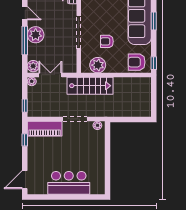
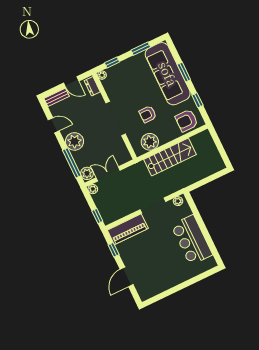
window: (25, 41) -> (72, 163), moved
window: (154, 63) -> (197, 100), moved
stairs: (90, 86) -> (170, 157), moved
door: (25, 180) -> (127, 277), moved
bar counter: (69, 183) -> (192, 240), moved, turned -90

